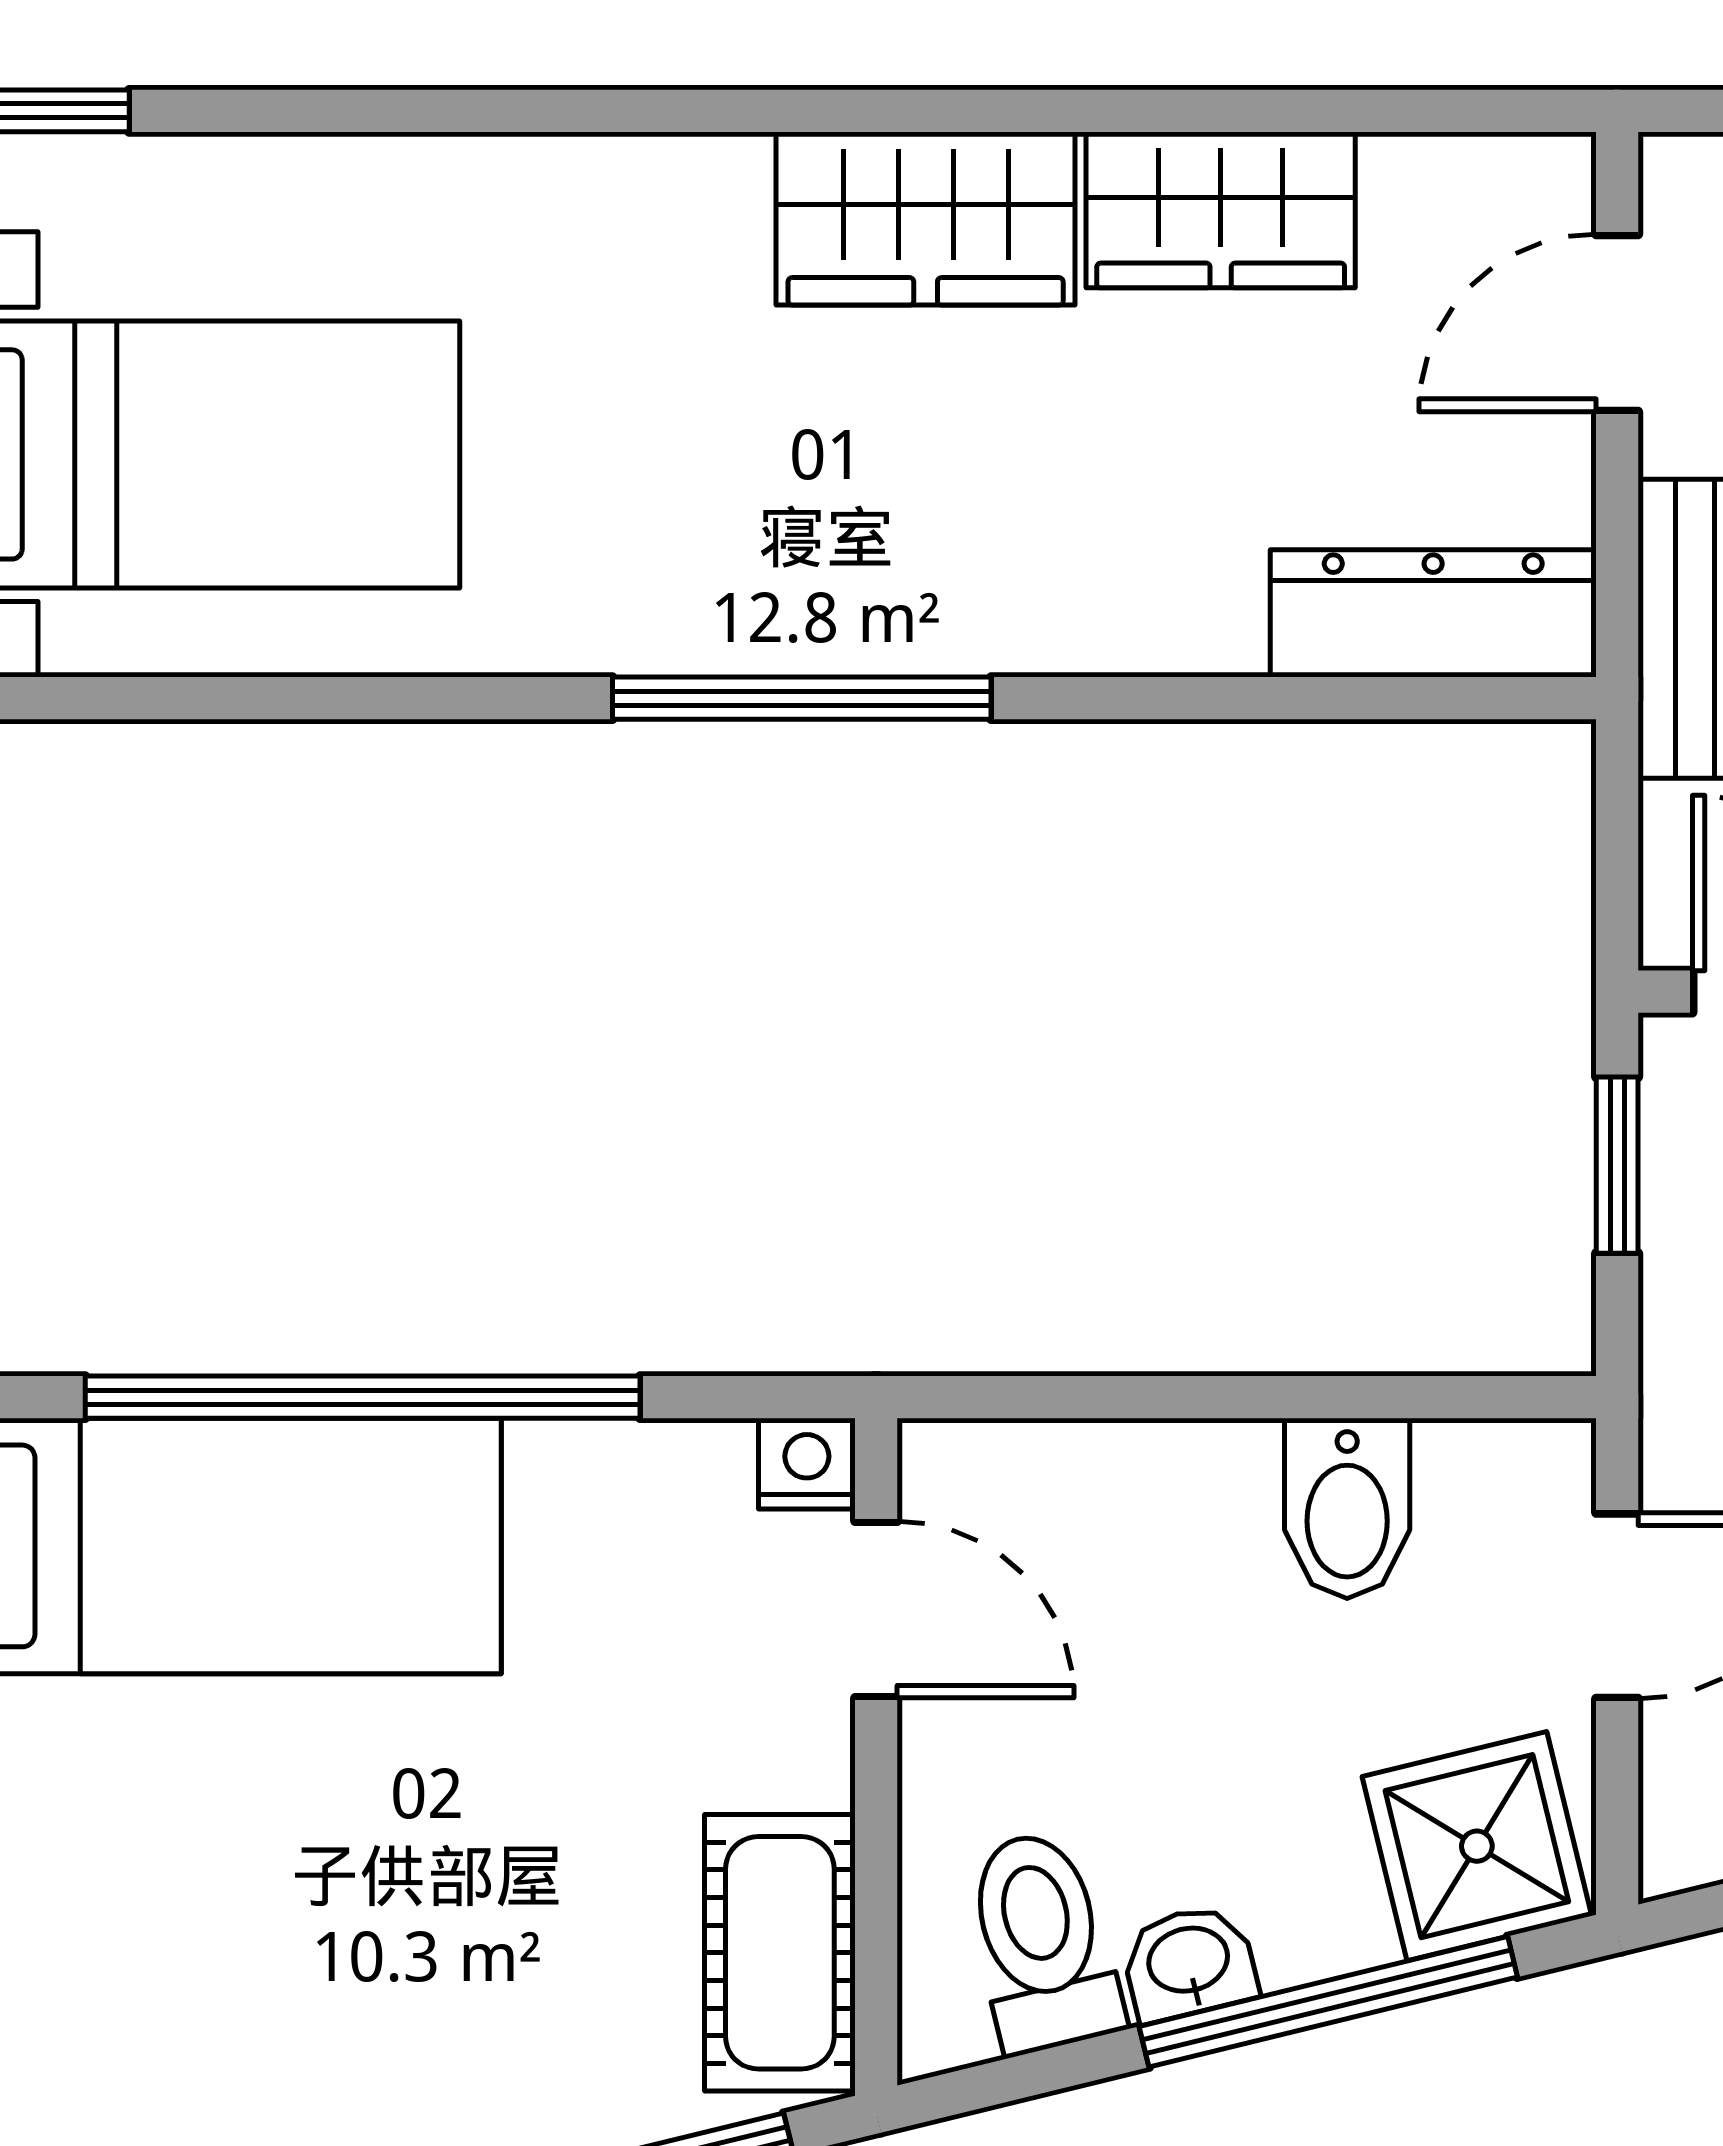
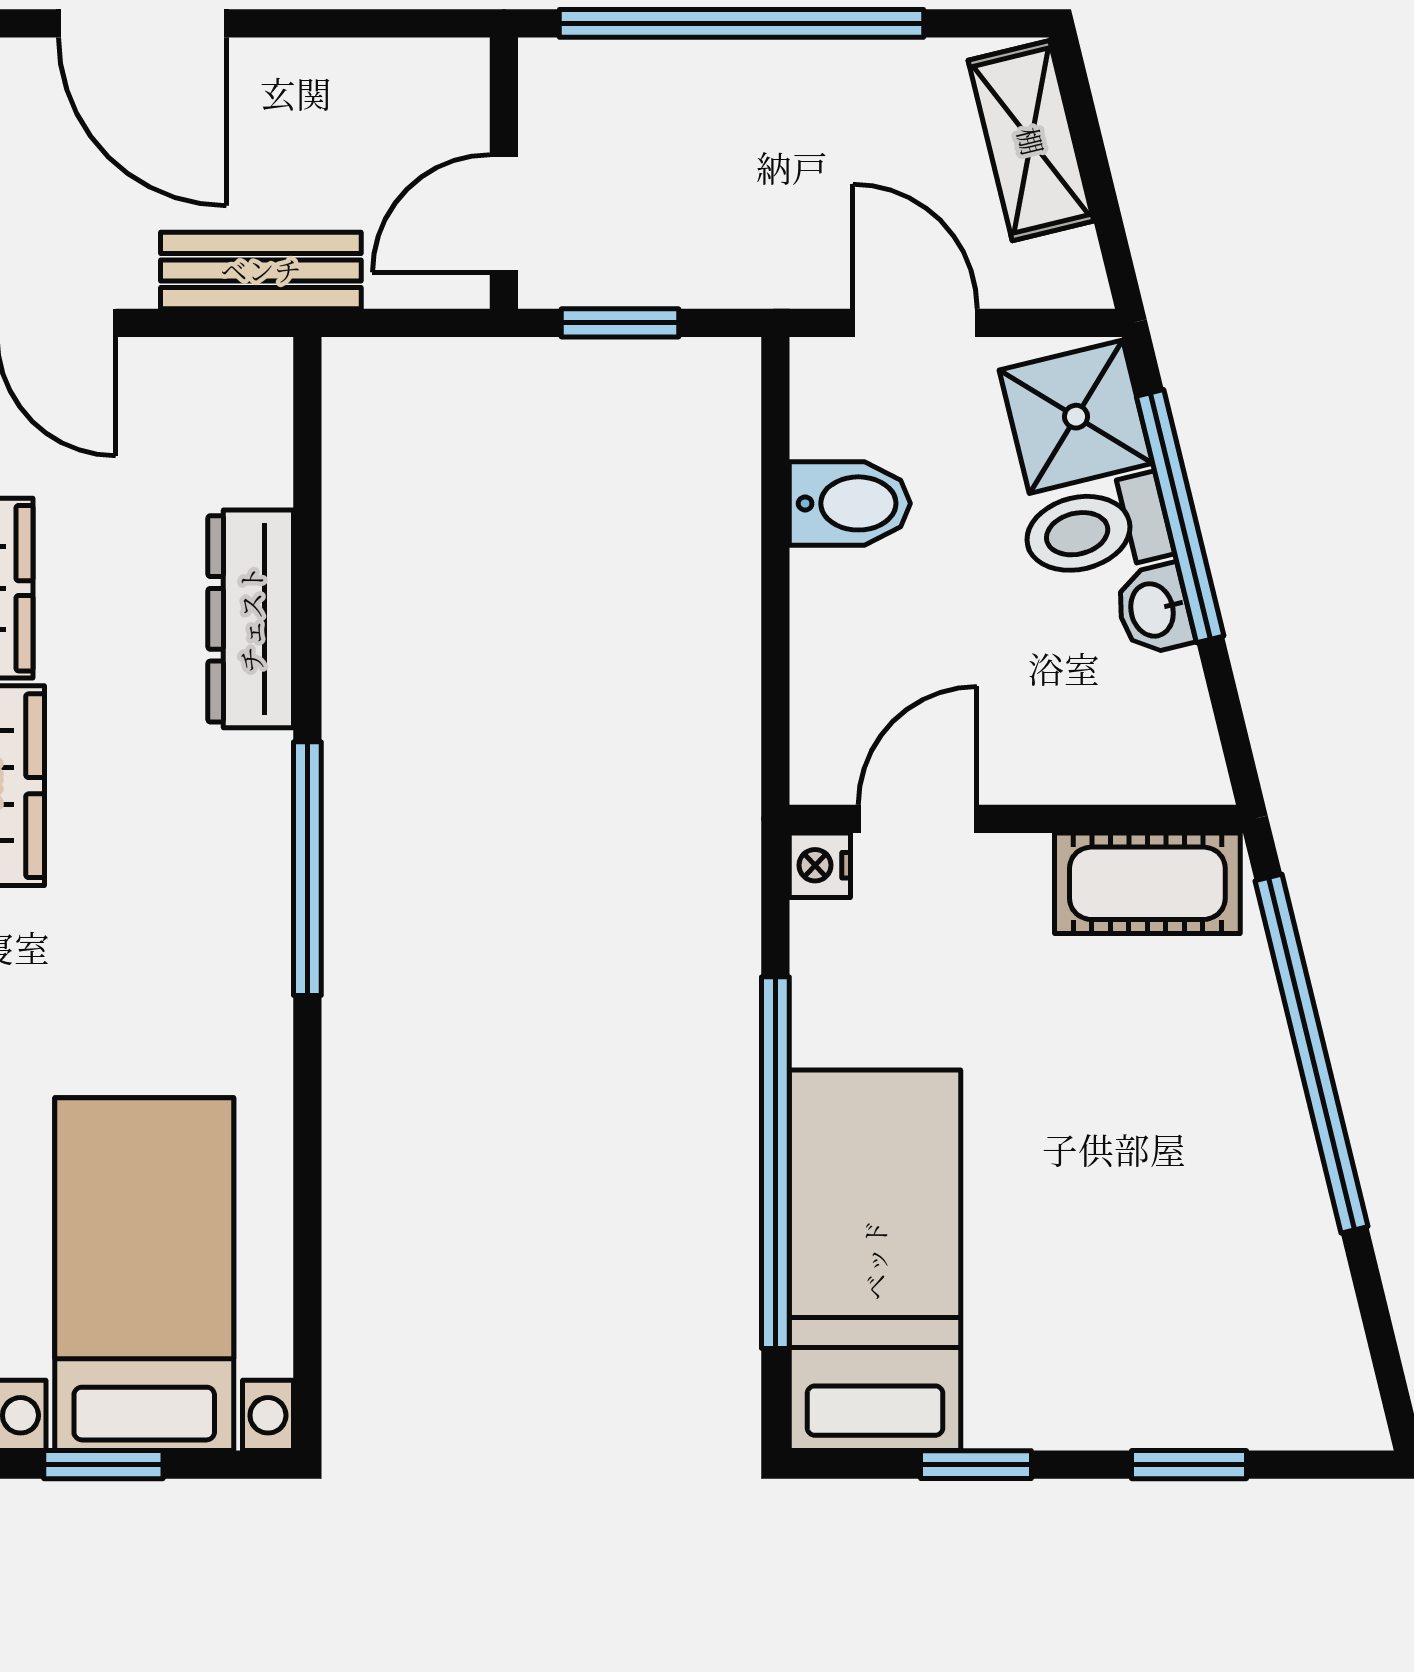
dresser: (1433, 613) -> (251, 619), moved
toilet: (1042, 1942) -> (1096, 529), moved

